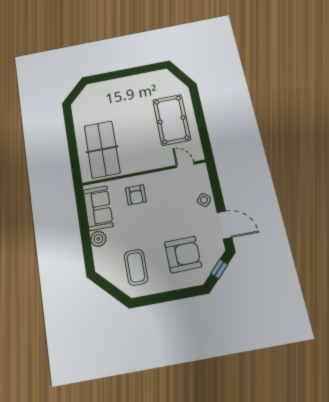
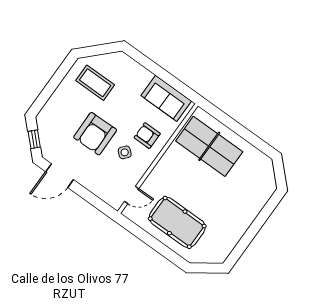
side table: (204, 200) -> (125, 152), moved
plant: (98, 239) -> (143, 76), removed
armchair: (183, 255) -> (95, 134), moved

